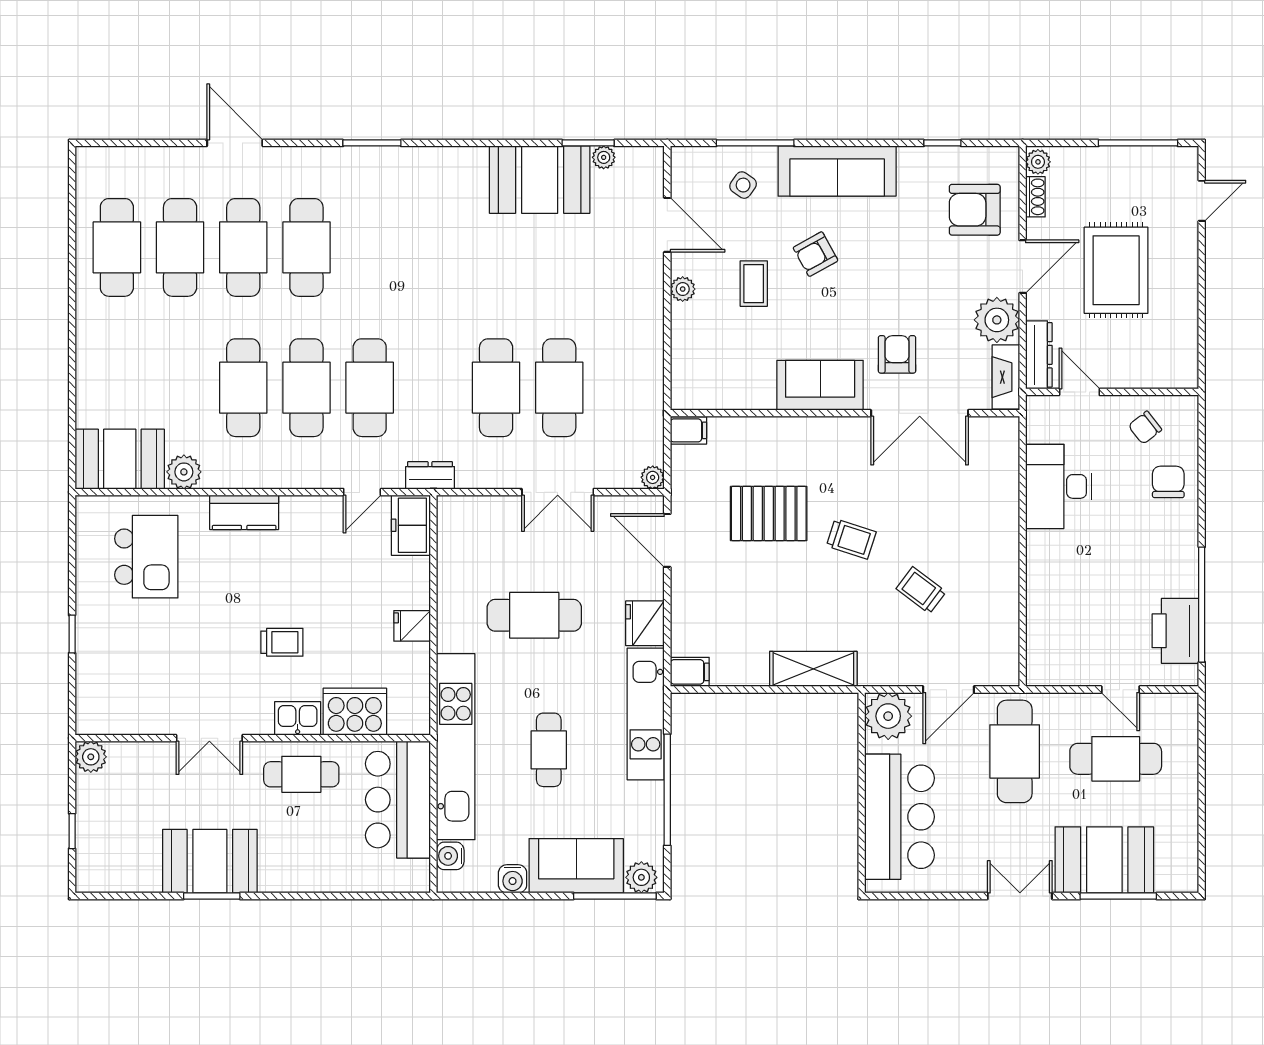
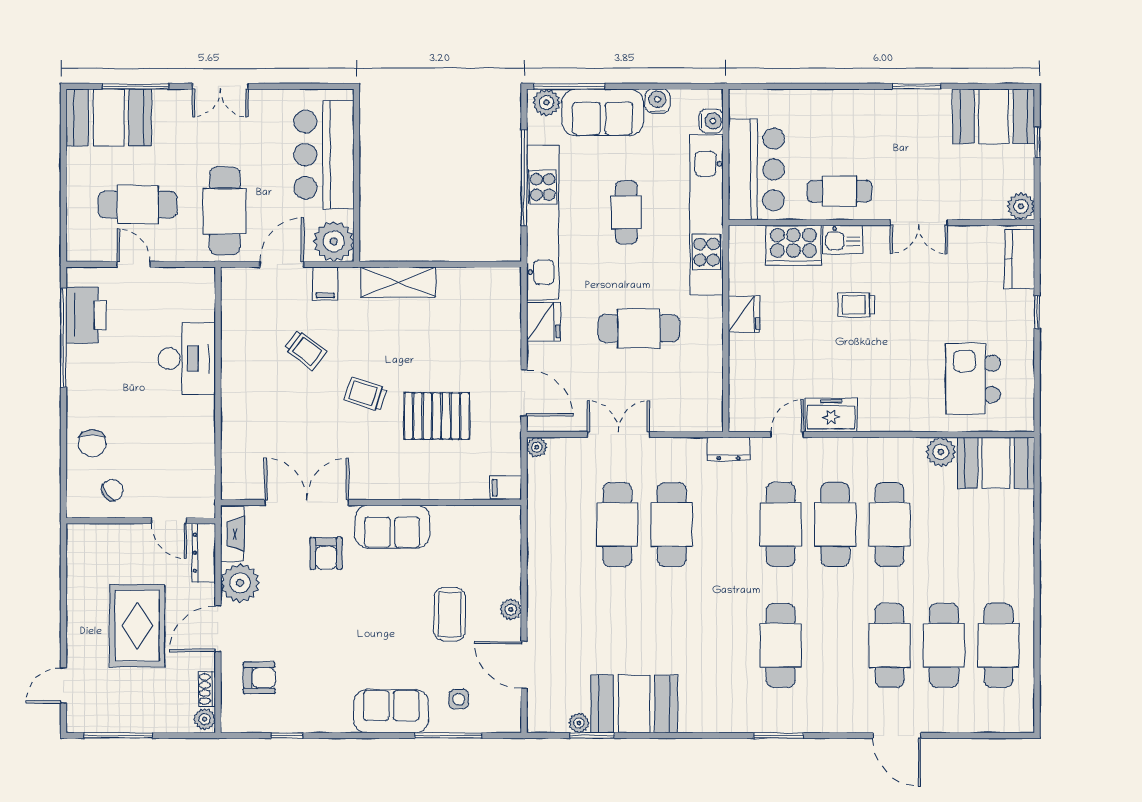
sofa: (837, 171) -> (391, 711), width x0.73
side table: (743, 185) -> (459, 699), turned -35
armchair: (975, 210) -> (259, 678), width x0.72, depth x0.72
cafe table: (306, 247) -> (781, 645), moved
armchair: (816, 254) -> (396, 640), removed
coffee table: (754, 284) -> (450, 614), width x1.36, depth x1.30
desk: (1059, 486) -> (187, 359), moved
kitchen counter: (244, 512) -> (1020, 259), moved, turned -90
freezer: (411, 525) -> (831, 415), moved, turned -90
fridge: (412, 626) -> (744, 314), width x1.38
filing cabinet: (690, 672) -> (325, 284), moved, turned -90
kitchen unit: (646, 714) -> (543, 223), width x1.36
double door: (209, 738) -> (919, 222), swing flipped
booth: (1104, 860) -> (109, 117), moved
booth: (210, 861) -> (994, 116), moved

